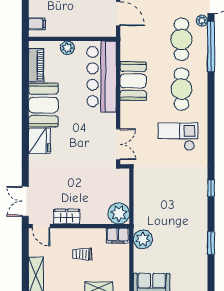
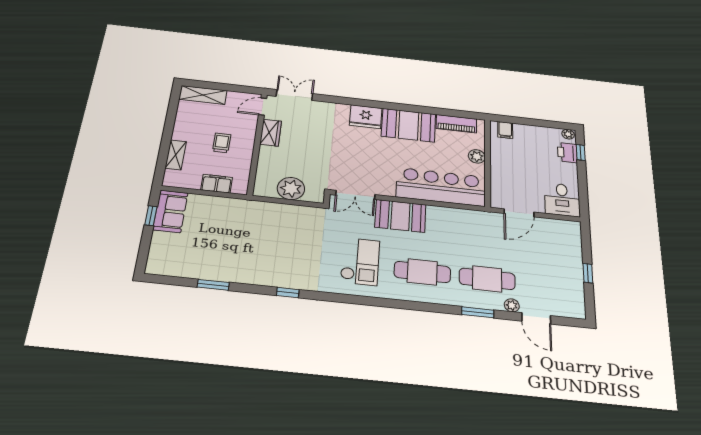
window: (211, 46) -> (478, 312), width x0.47
booth: (133, 81) -> (400, 216), moved
plant: (119, 213) -> (291, 189), moved
filing cabinet: (118, 236) -> (217, 184), moved, turned 90
plant: (143, 239) -> (230, 208), removed

